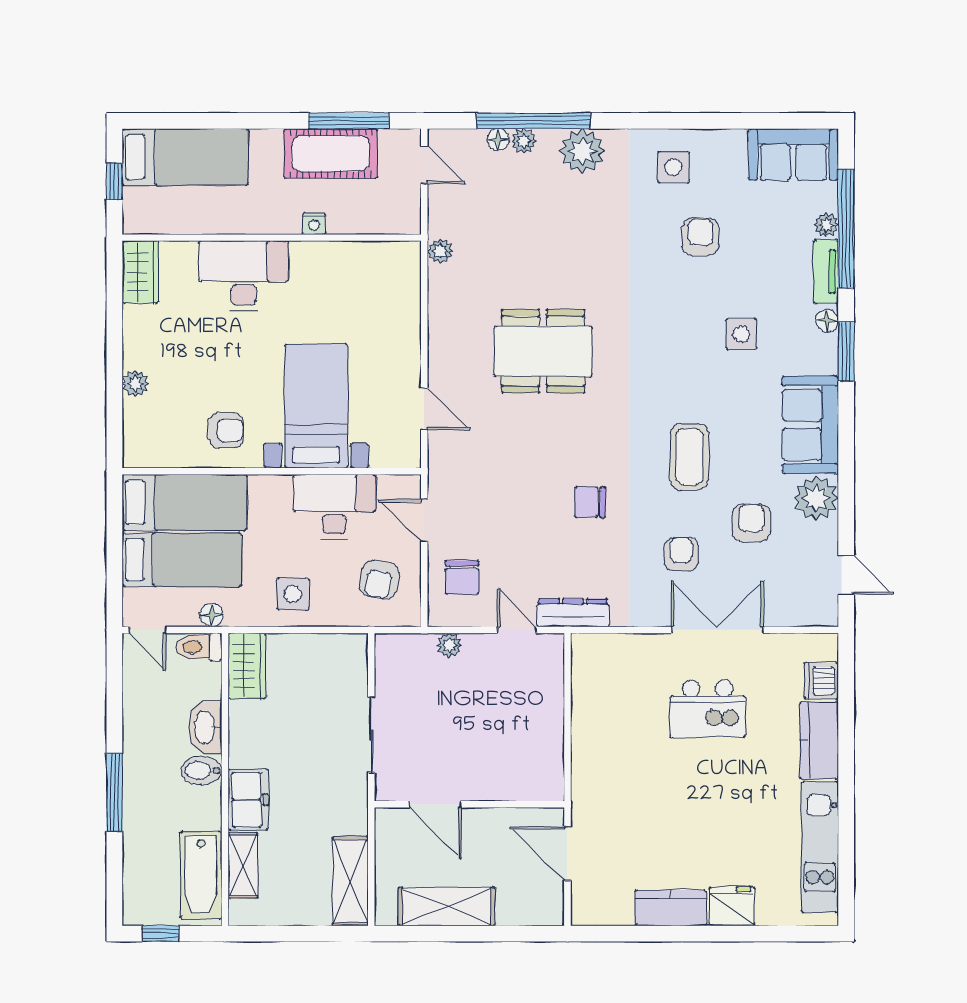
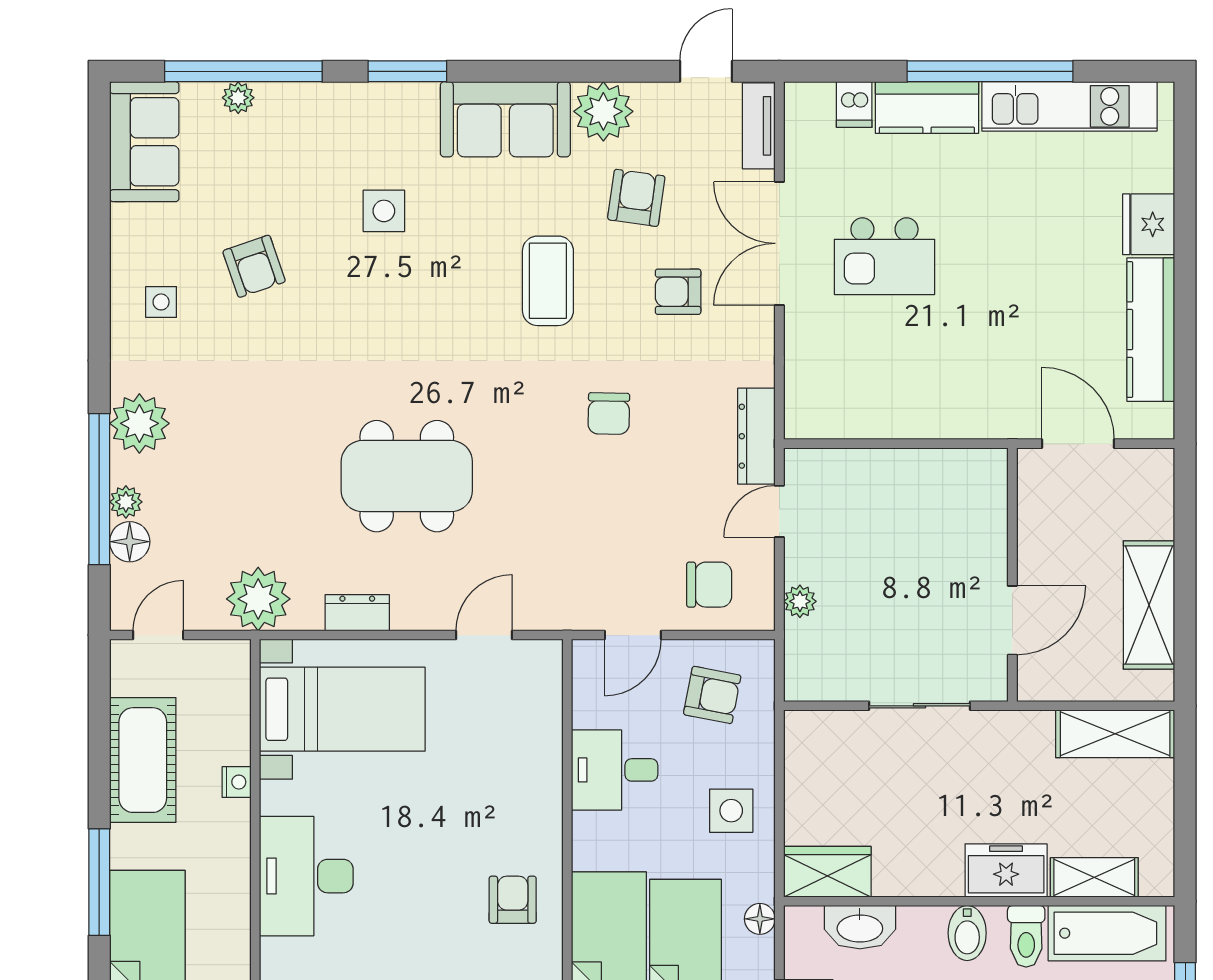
window: (349, 121) -> (99, 882), moved
floor lamp: (498, 140) -> (130, 542), width x1.37, depth x1.37
side table: (673, 167) -> (161, 302), width x0.73, depth x0.73
armchair: (700, 237) -> (254, 266), turned -109
plant: (440, 251) -> (258, 599), width x1.88, depth x1.88
tv unit: (826, 272) -> (759, 126), moved, turned 90
dresser: (441, 314) -> (357, 613), added
floor lamp: (827, 321) -> (366, 97), removed
dining table: (543, 351) -> (407, 476), turned 90
bed with nightstands: (316, 406) -> (342, 709), moved, turned 180
coffee table: (689, 457) -> (548, 281), turned 90
desk: (334, 507) -> (615, 770), width x0.73
armchair: (751, 523) -> (636, 198), turned 98
toilet: (199, 647) -> (1026, 936), moved
dishwasher: (821, 681) -> (854, 105), width x0.73
kitchen island: (708, 709) -> (884, 256), turned 90
washbasin: (206, 727) -> (860, 927), moved
window: (846, 788) -> (990, 71), added
door: (567, 854) -> (1078, 444), swing flipped
kitchen counter: (671, 908) -> (1151, 330), width x1.50

